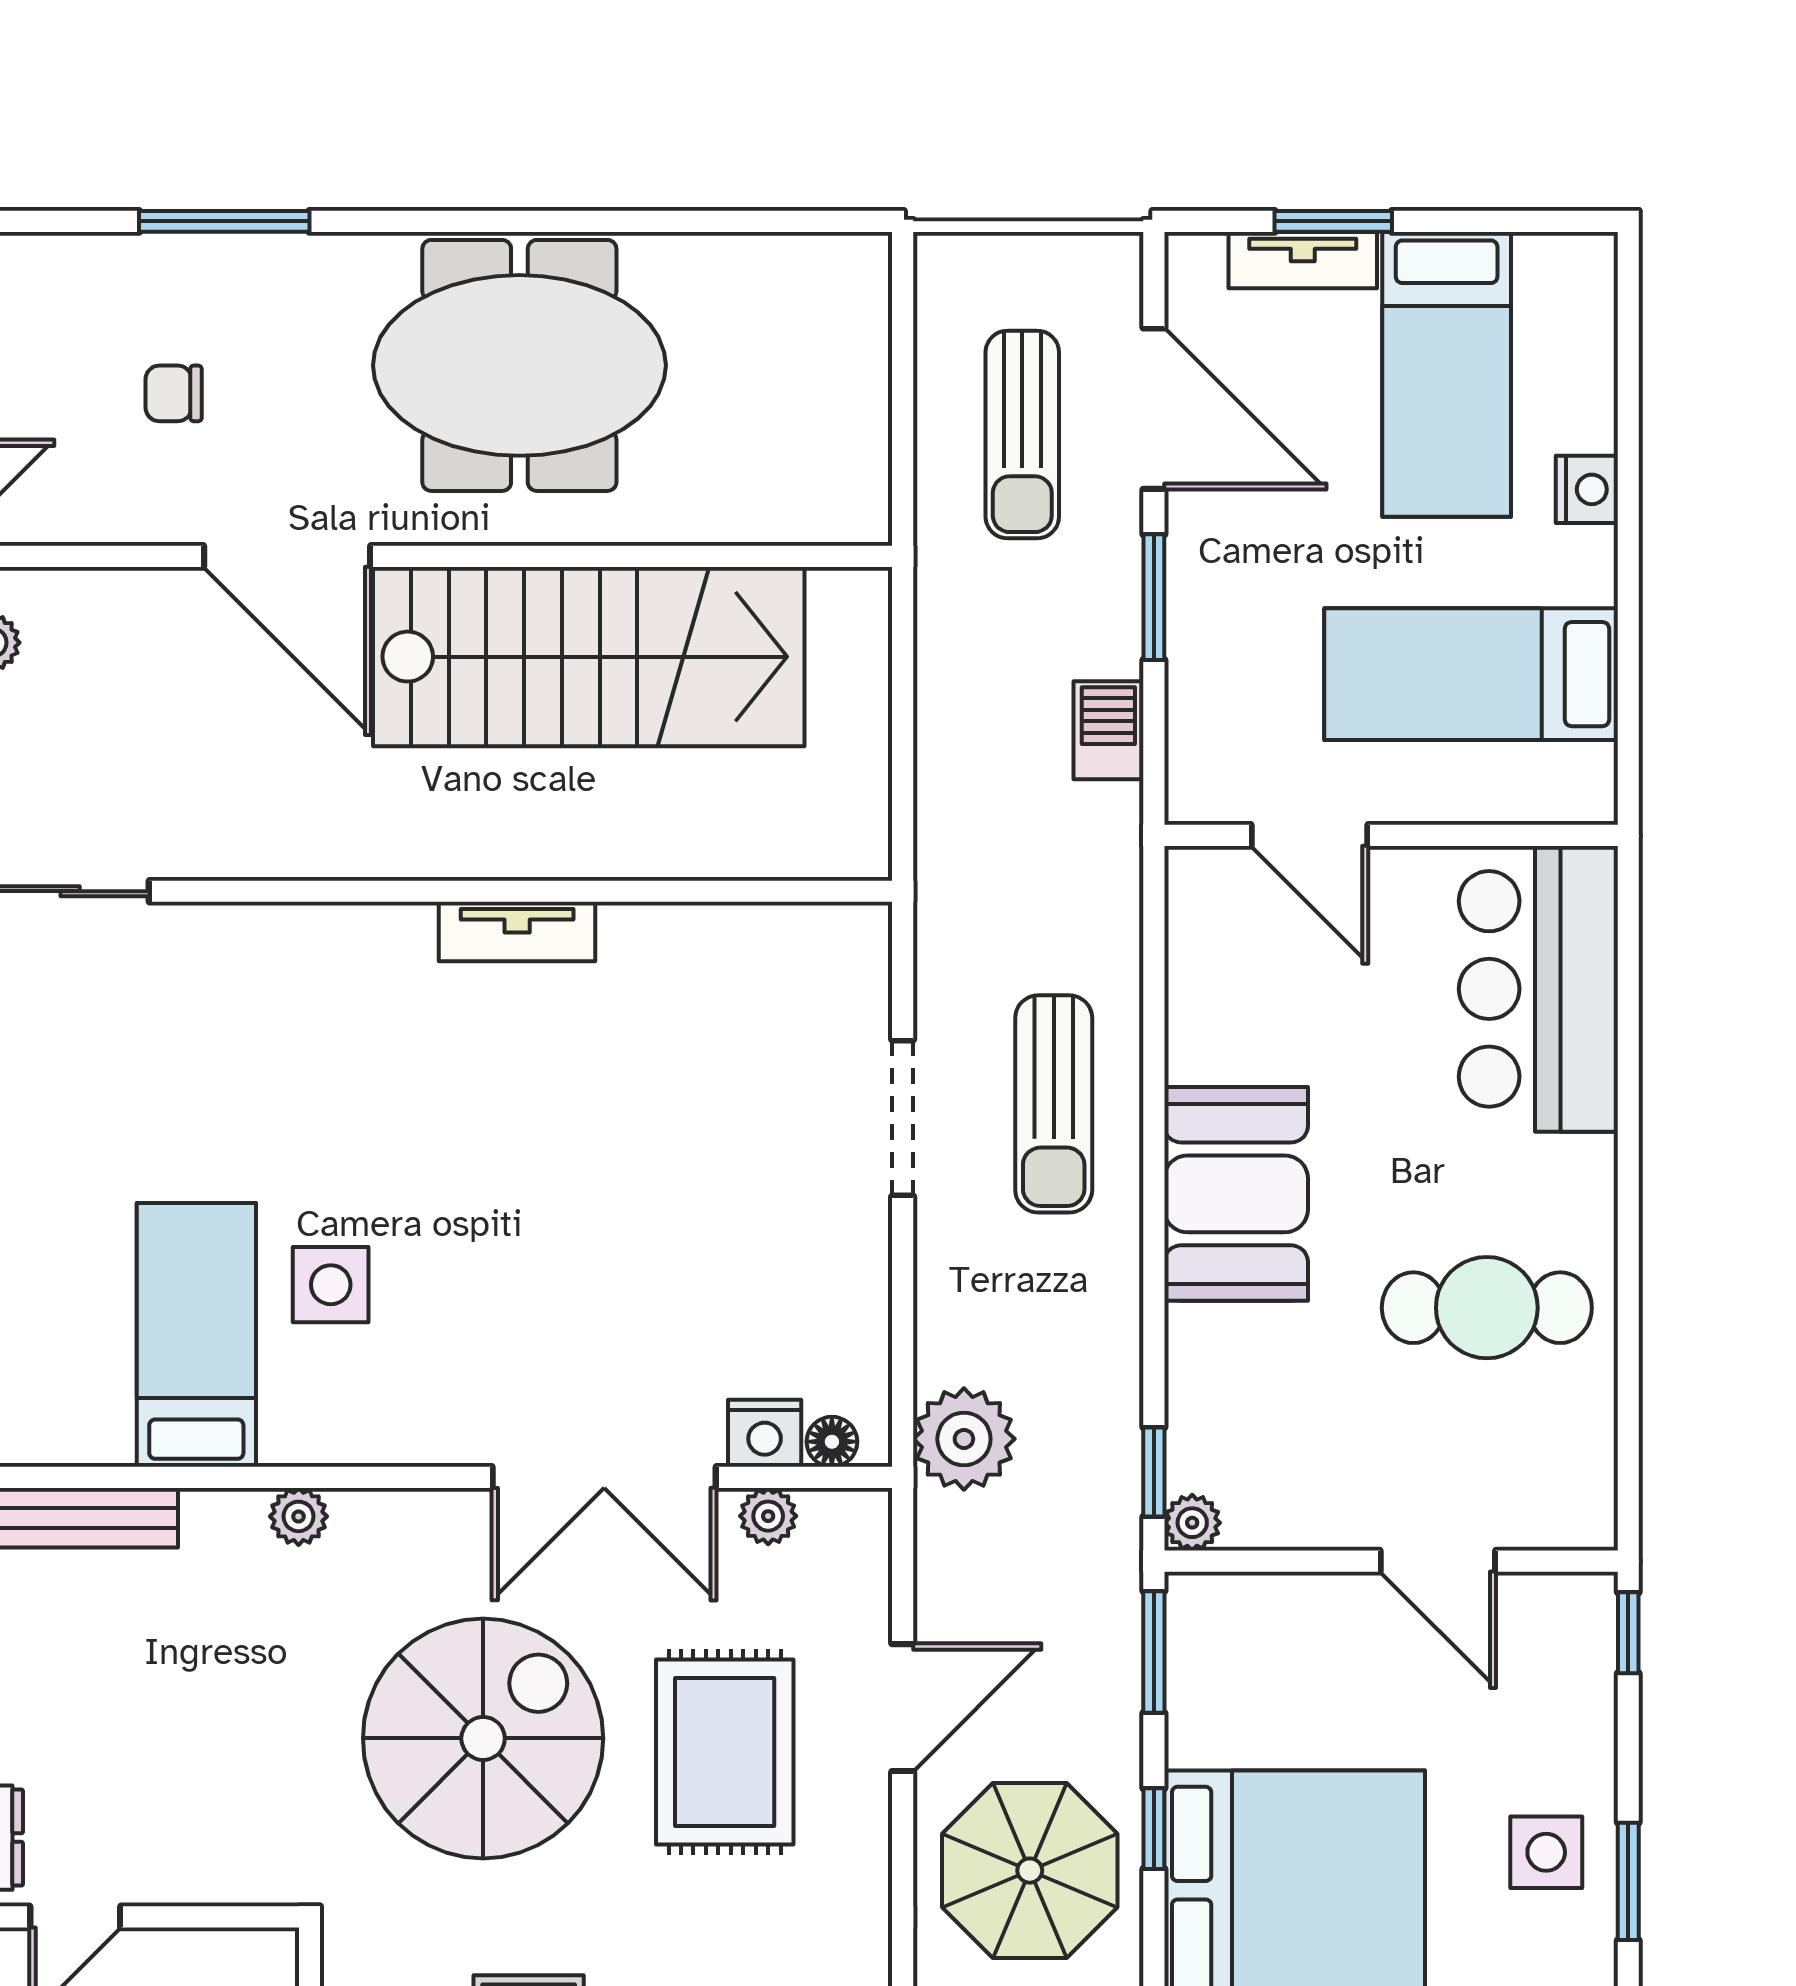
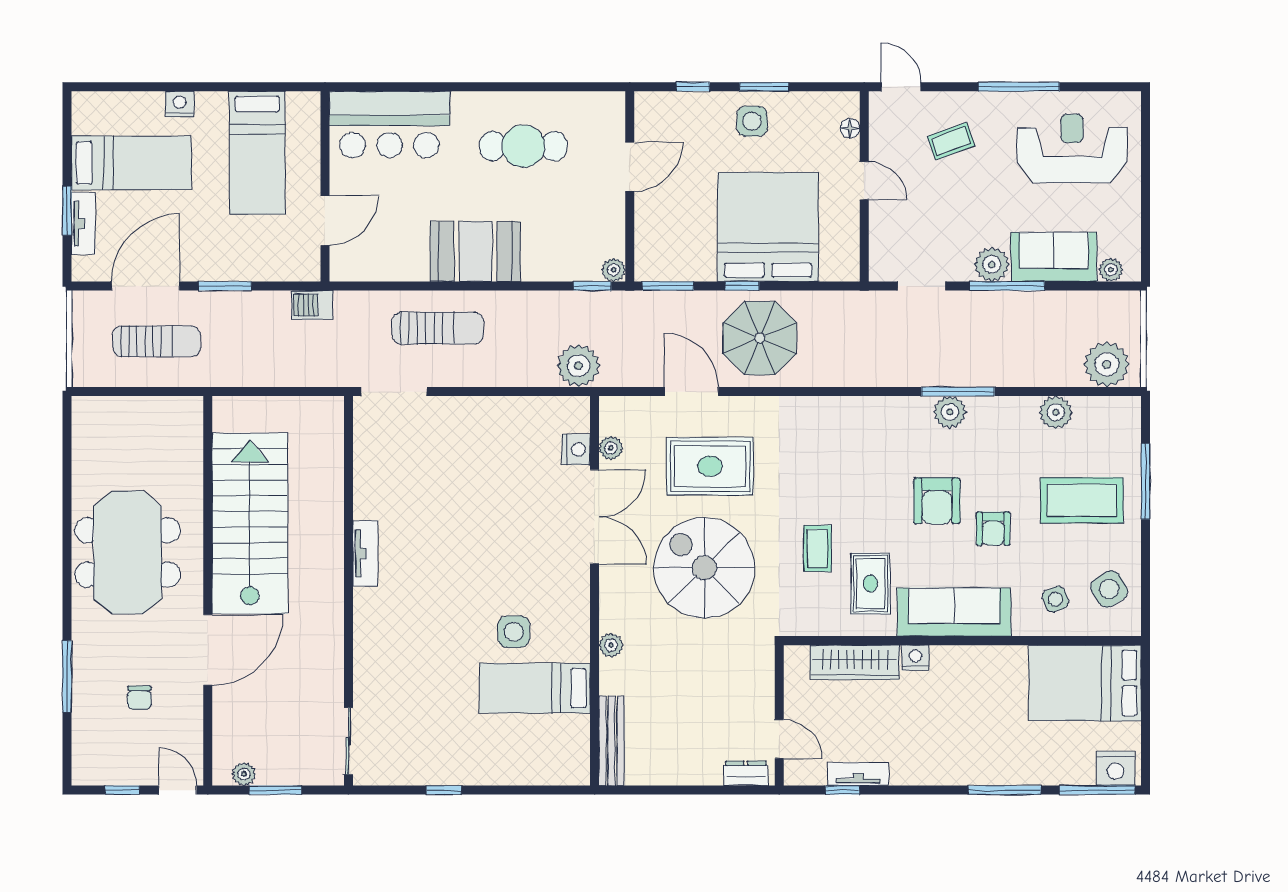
barbecue: (1108, 730) -> (312, 305), moved
doorway: (903, 1118) -> (394, 392), moved
cafe table: (1487, 1308) -> (523, 146), turned 90
floor lamp: (832, 1442) -> (580, 421), removed
window: (1628, 1633) -> (693, 87), moved

